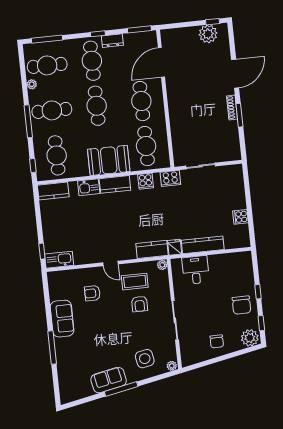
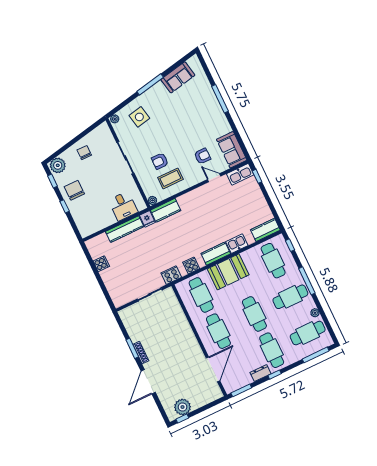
door: (110, 263) -> (214, 178), moved
armchair: (140, 304) -> (160, 161), turned -90
sofa: (62, 319) -> (232, 150), moved
sofa: (109, 380) -> (178, 77), moved

